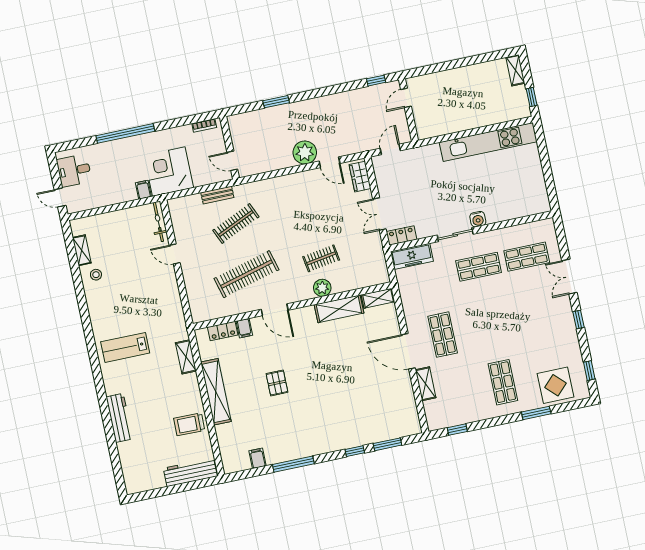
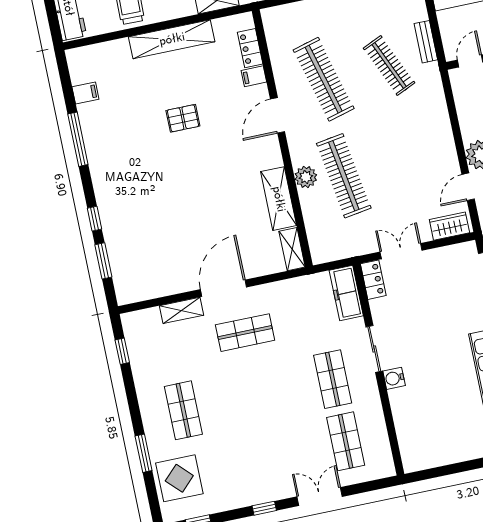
clothes rail: (321, 258) -> (344, 176), width x1.86, depth x1.31
shop shelf: (503, 382) -> (183, 410), turned 90

